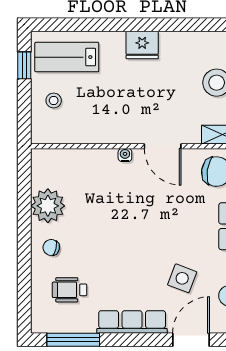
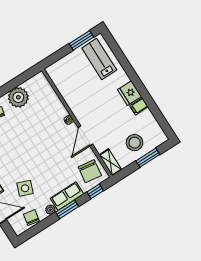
filing cabinet: (169, 44) -> (139, 106), added
window: (24, 65) -> (81, 40), width x1.50
stool: (54, 100) -> (73, 66), removed

